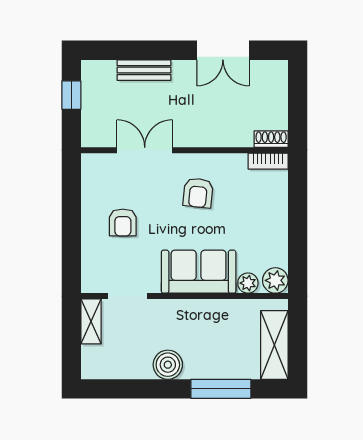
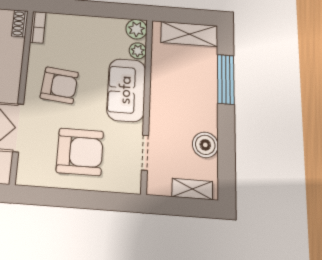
armchair: (198, 193) -> (59, 85), width x1.38, depth x1.38
armchair: (123, 222) -> (80, 152), width x1.88, depth x1.88
shelving: (91, 321) -> (192, 189), moved
boiler: (168, 365) -> (205, 145), moved

